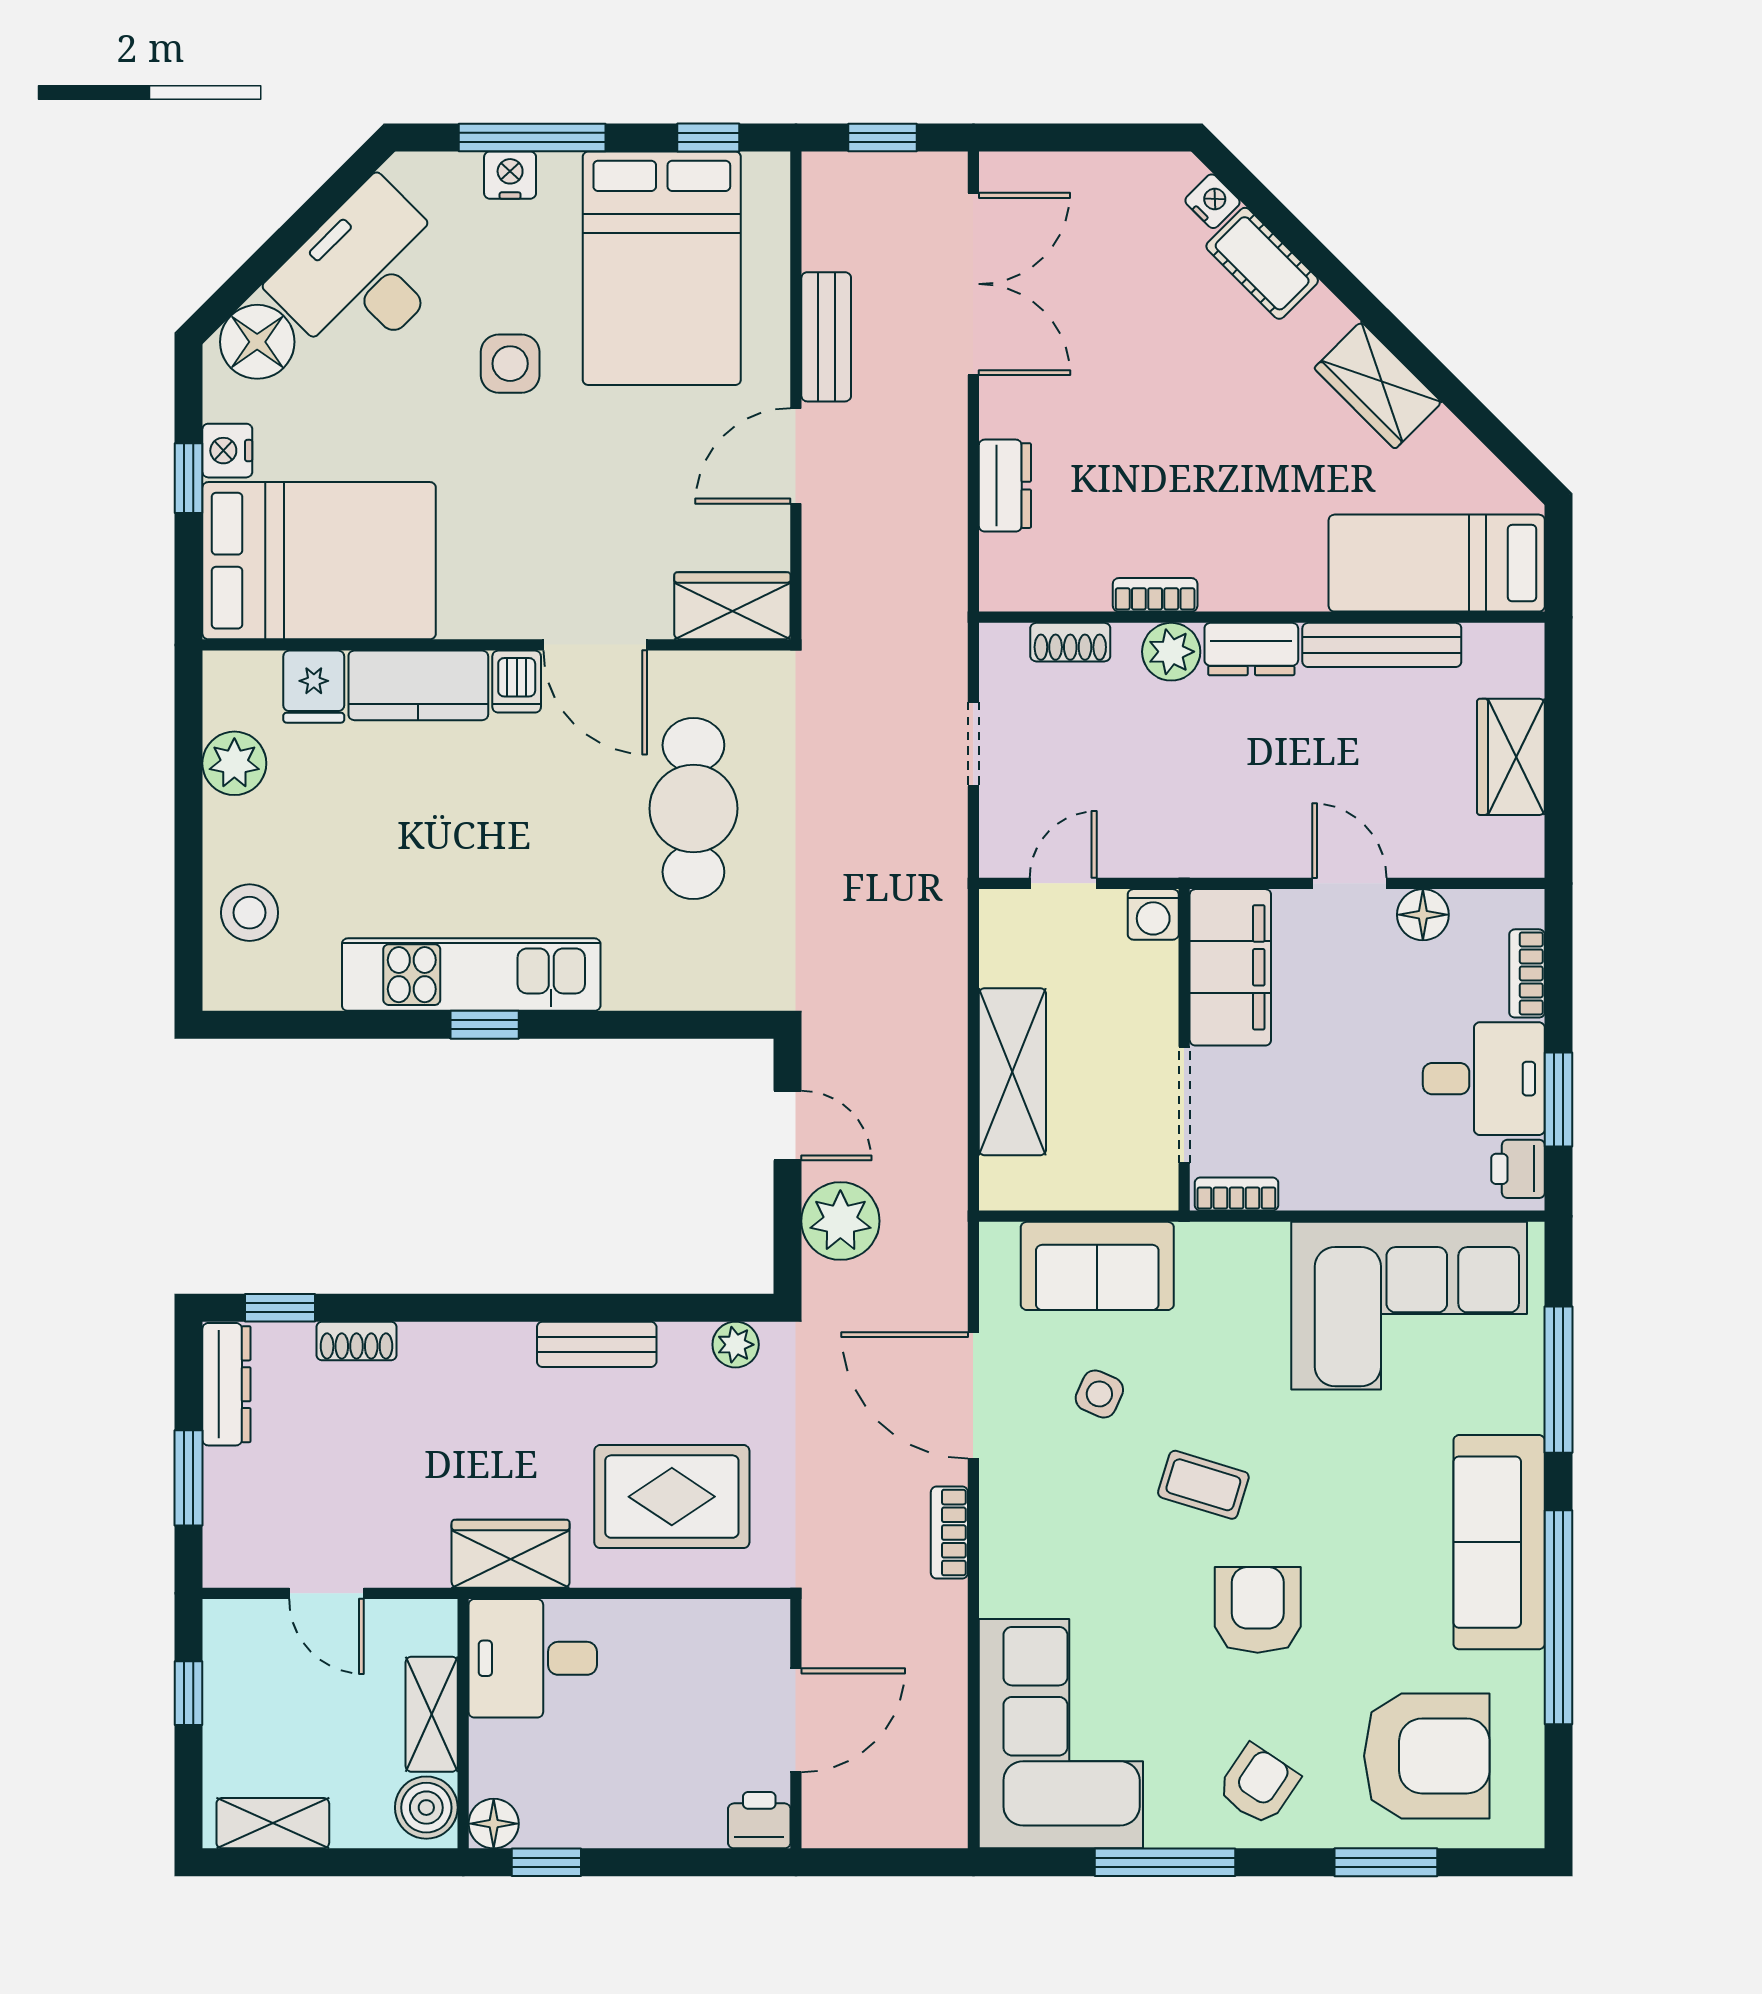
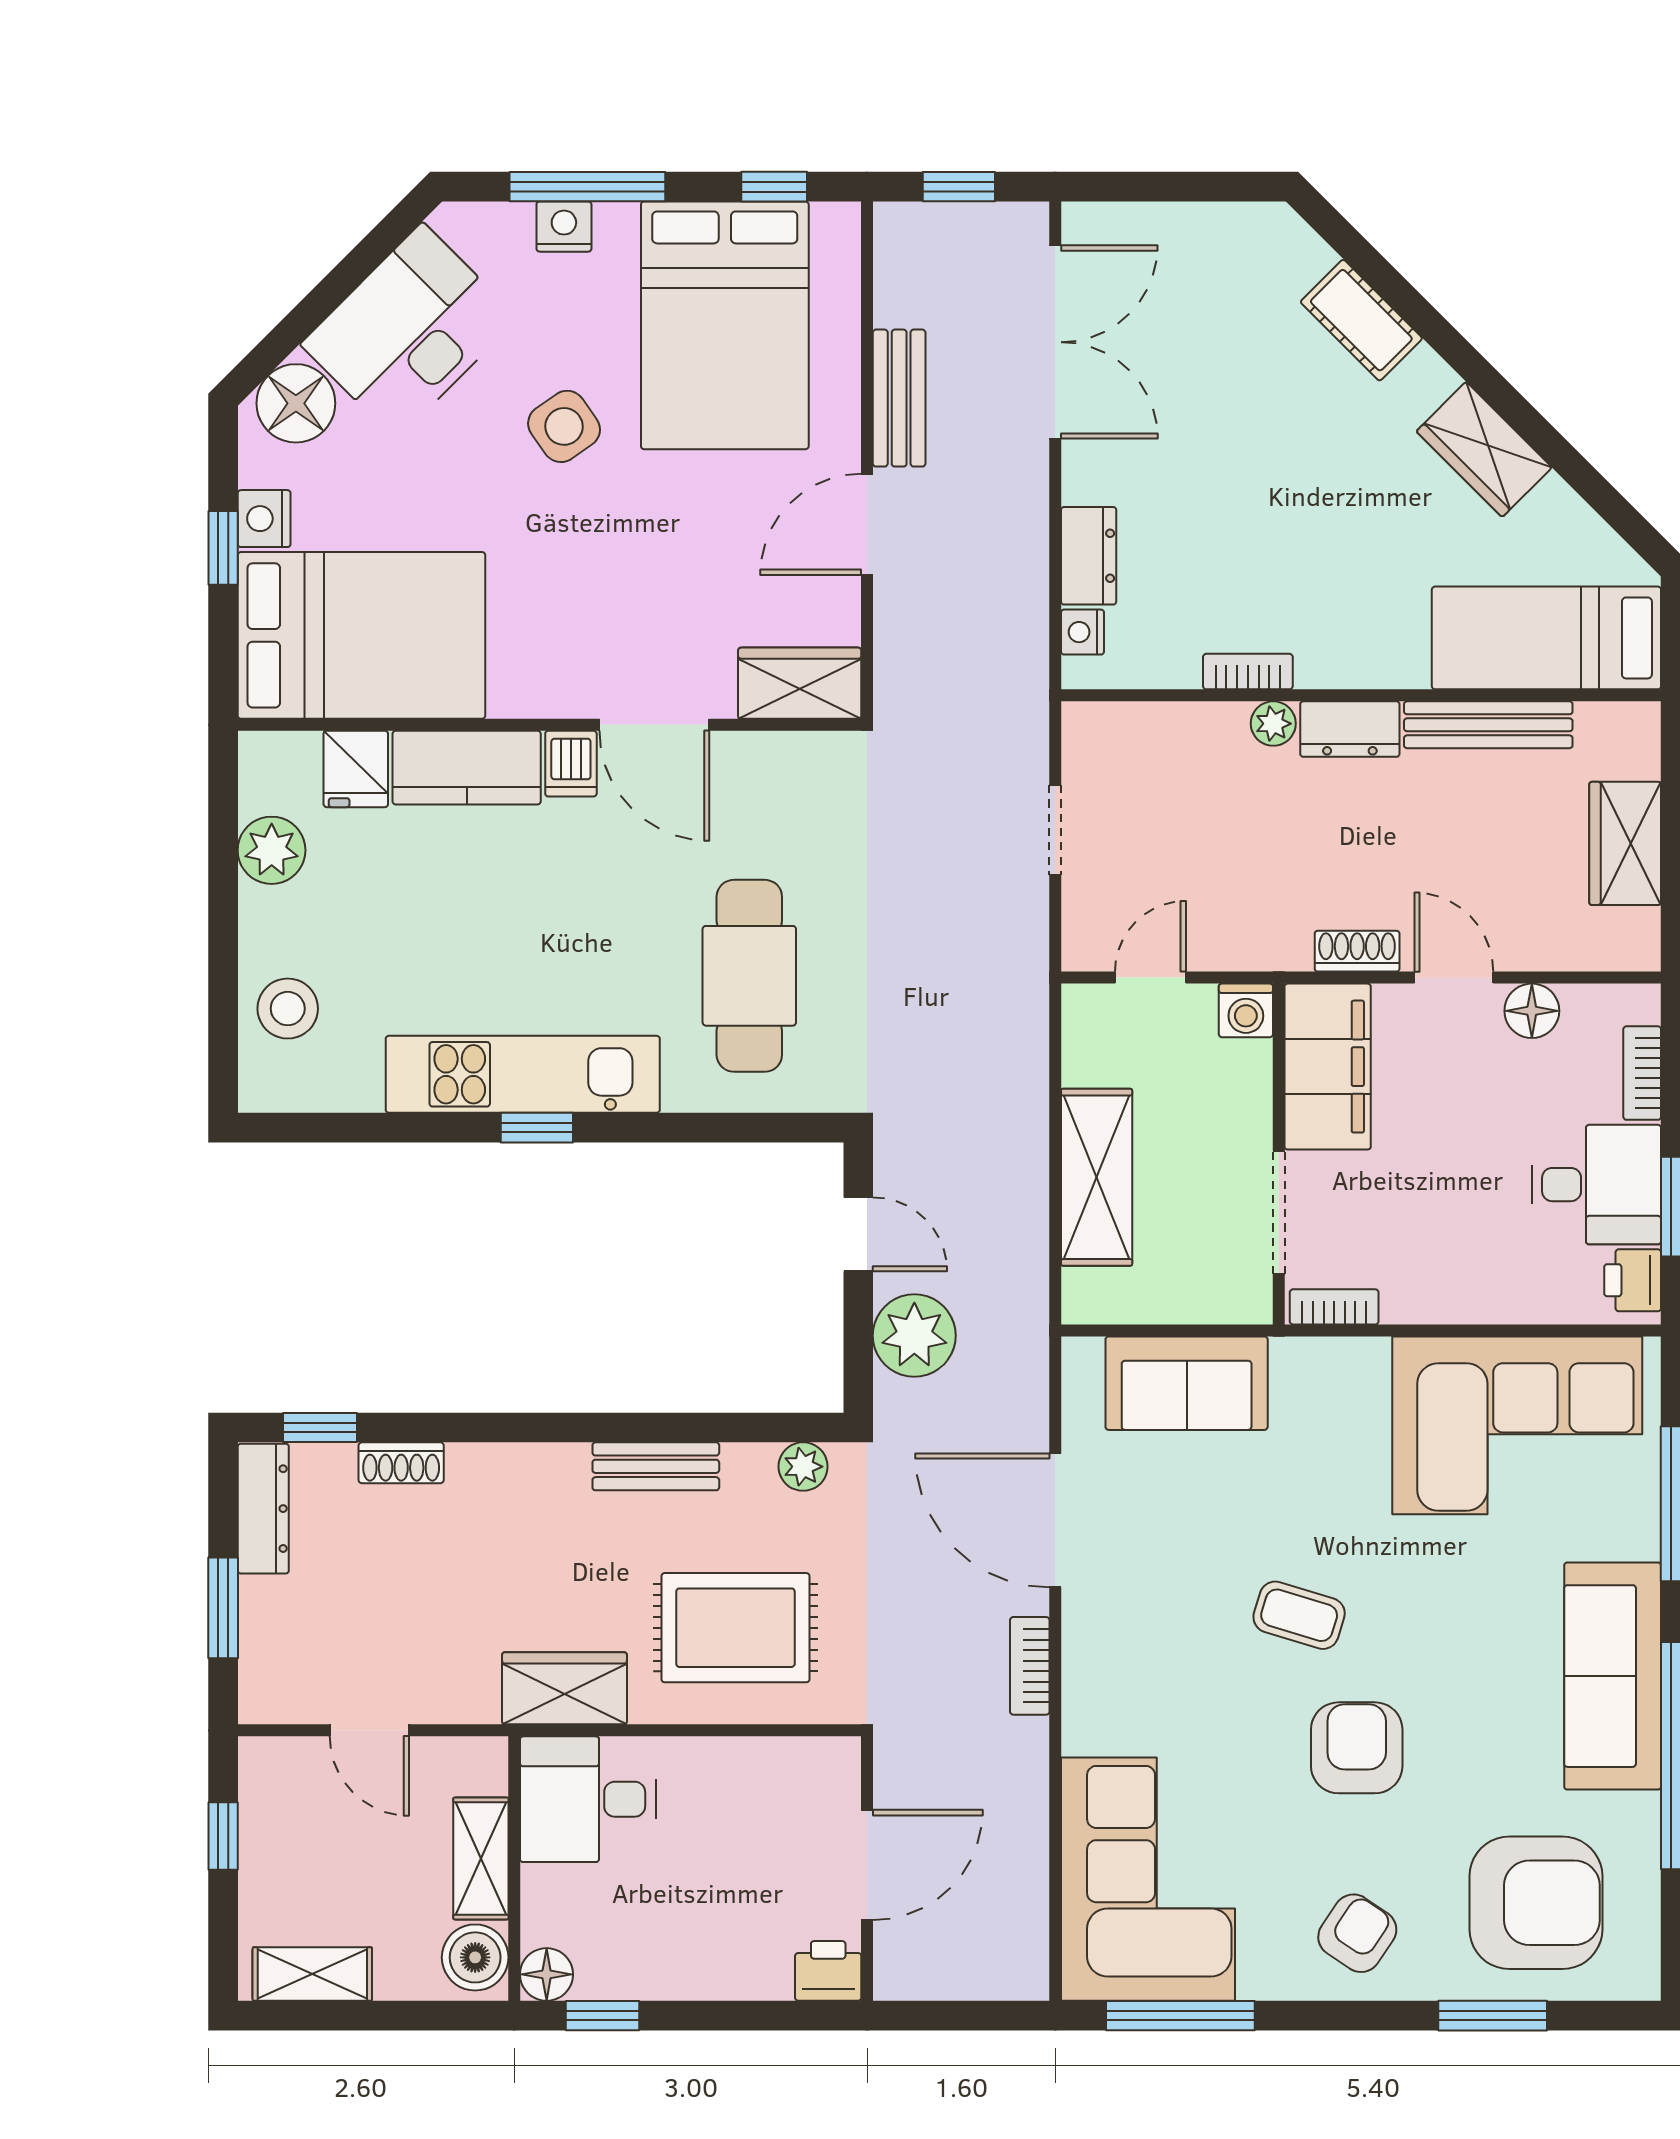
nightstand: (1212, 201) -> (1082, 632), moved, turned -135
side table: (510, 364) -> (564, 426), turned -35
shoe rack: (1070, 642) -> (1357, 951), moved, turned 180
plant: (1171, 652) -> (1273, 724), width x0.73, depth x0.73
cafe table: (693, 809) -> (749, 976), moved
side table: (1099, 1394) -> (1189, 1519), removed
window: (1165, 1862) -> (1180, 2016), moved

